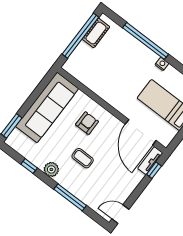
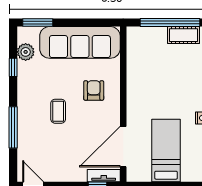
armchair: (87, 123) -> (94, 90), turned -90
plant: (51, 169) -> (26, 52), moved

